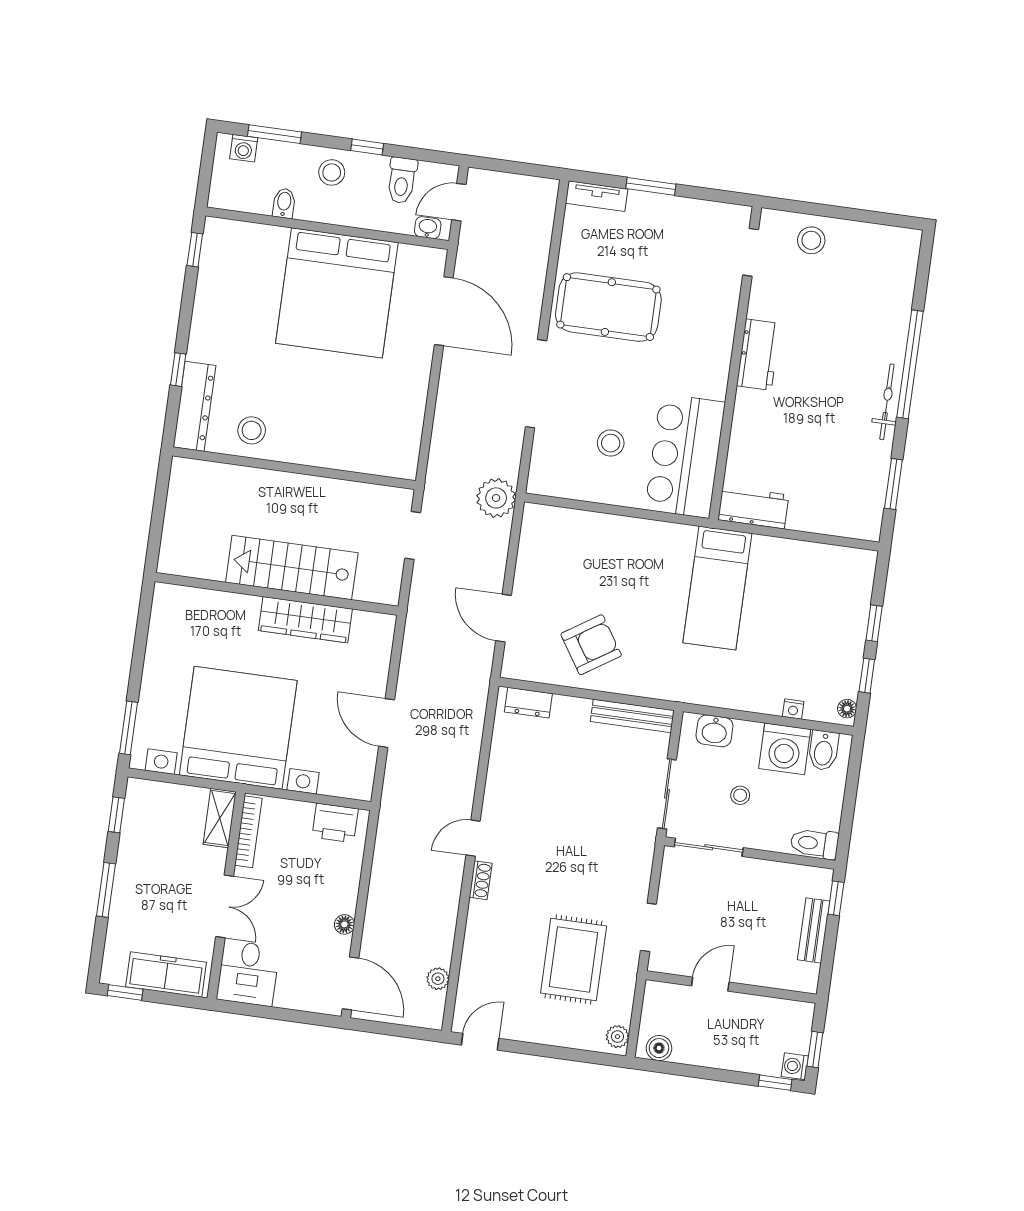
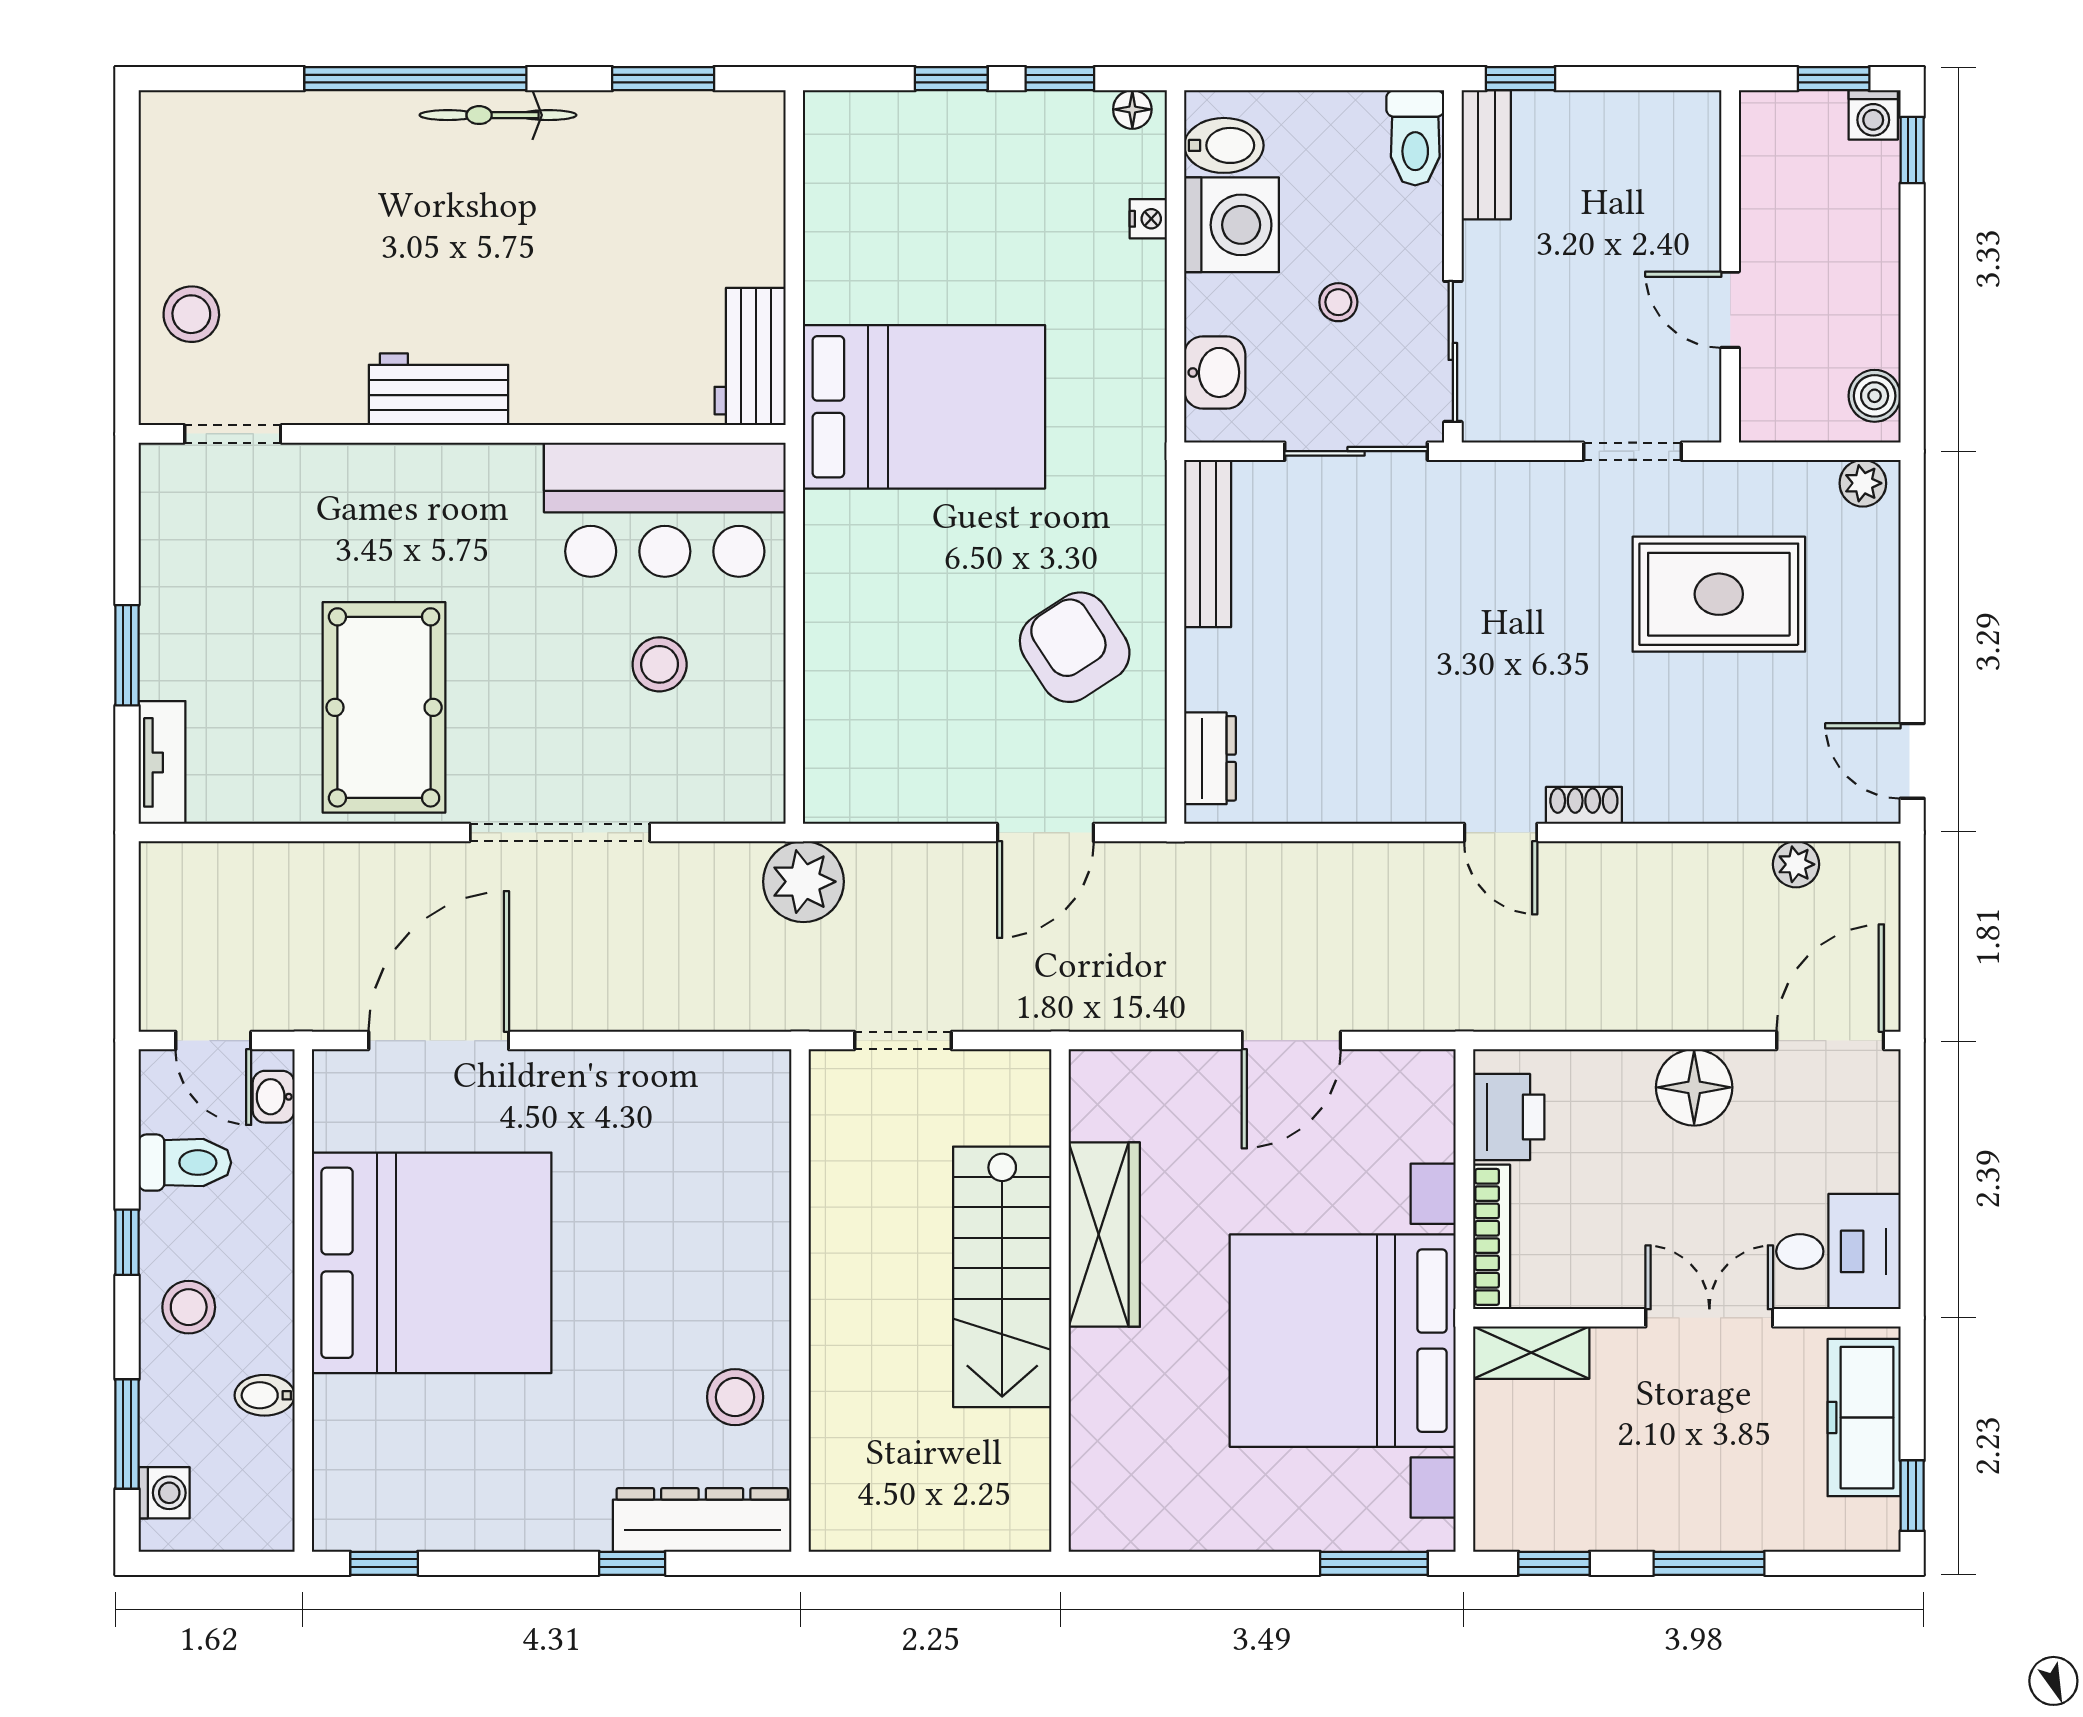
bed: (717, 588) -> (924, 407), width x1.50
bookcase: (248, 832) -> (1492, 1237), moved, turned 90
floor lamp: (344, 924) -> (1694, 1087), width x1.89, depth x1.89
bench: (814, 930) -> (1486, 155), moved, turned 90

